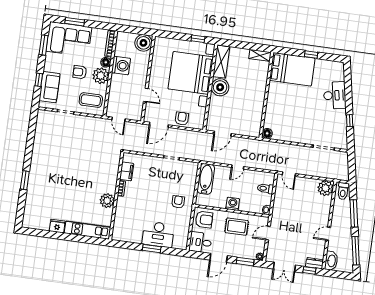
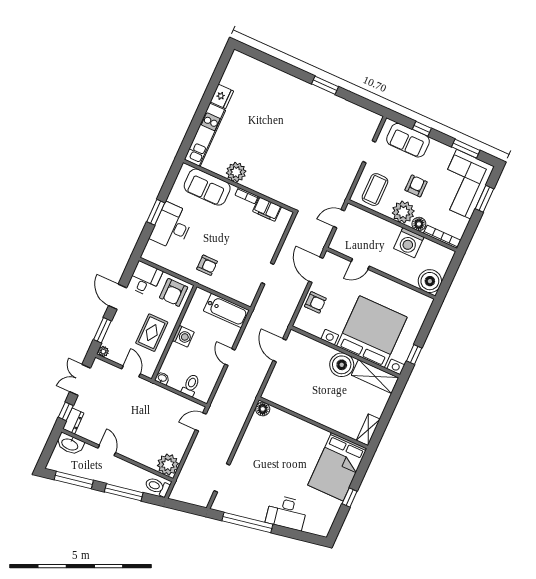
window: (350, 121) -> (247, 523), width x3.17
window: (25, 180) -> (325, 85), moved
sofa: (124, 218) -> (207, 187), added

